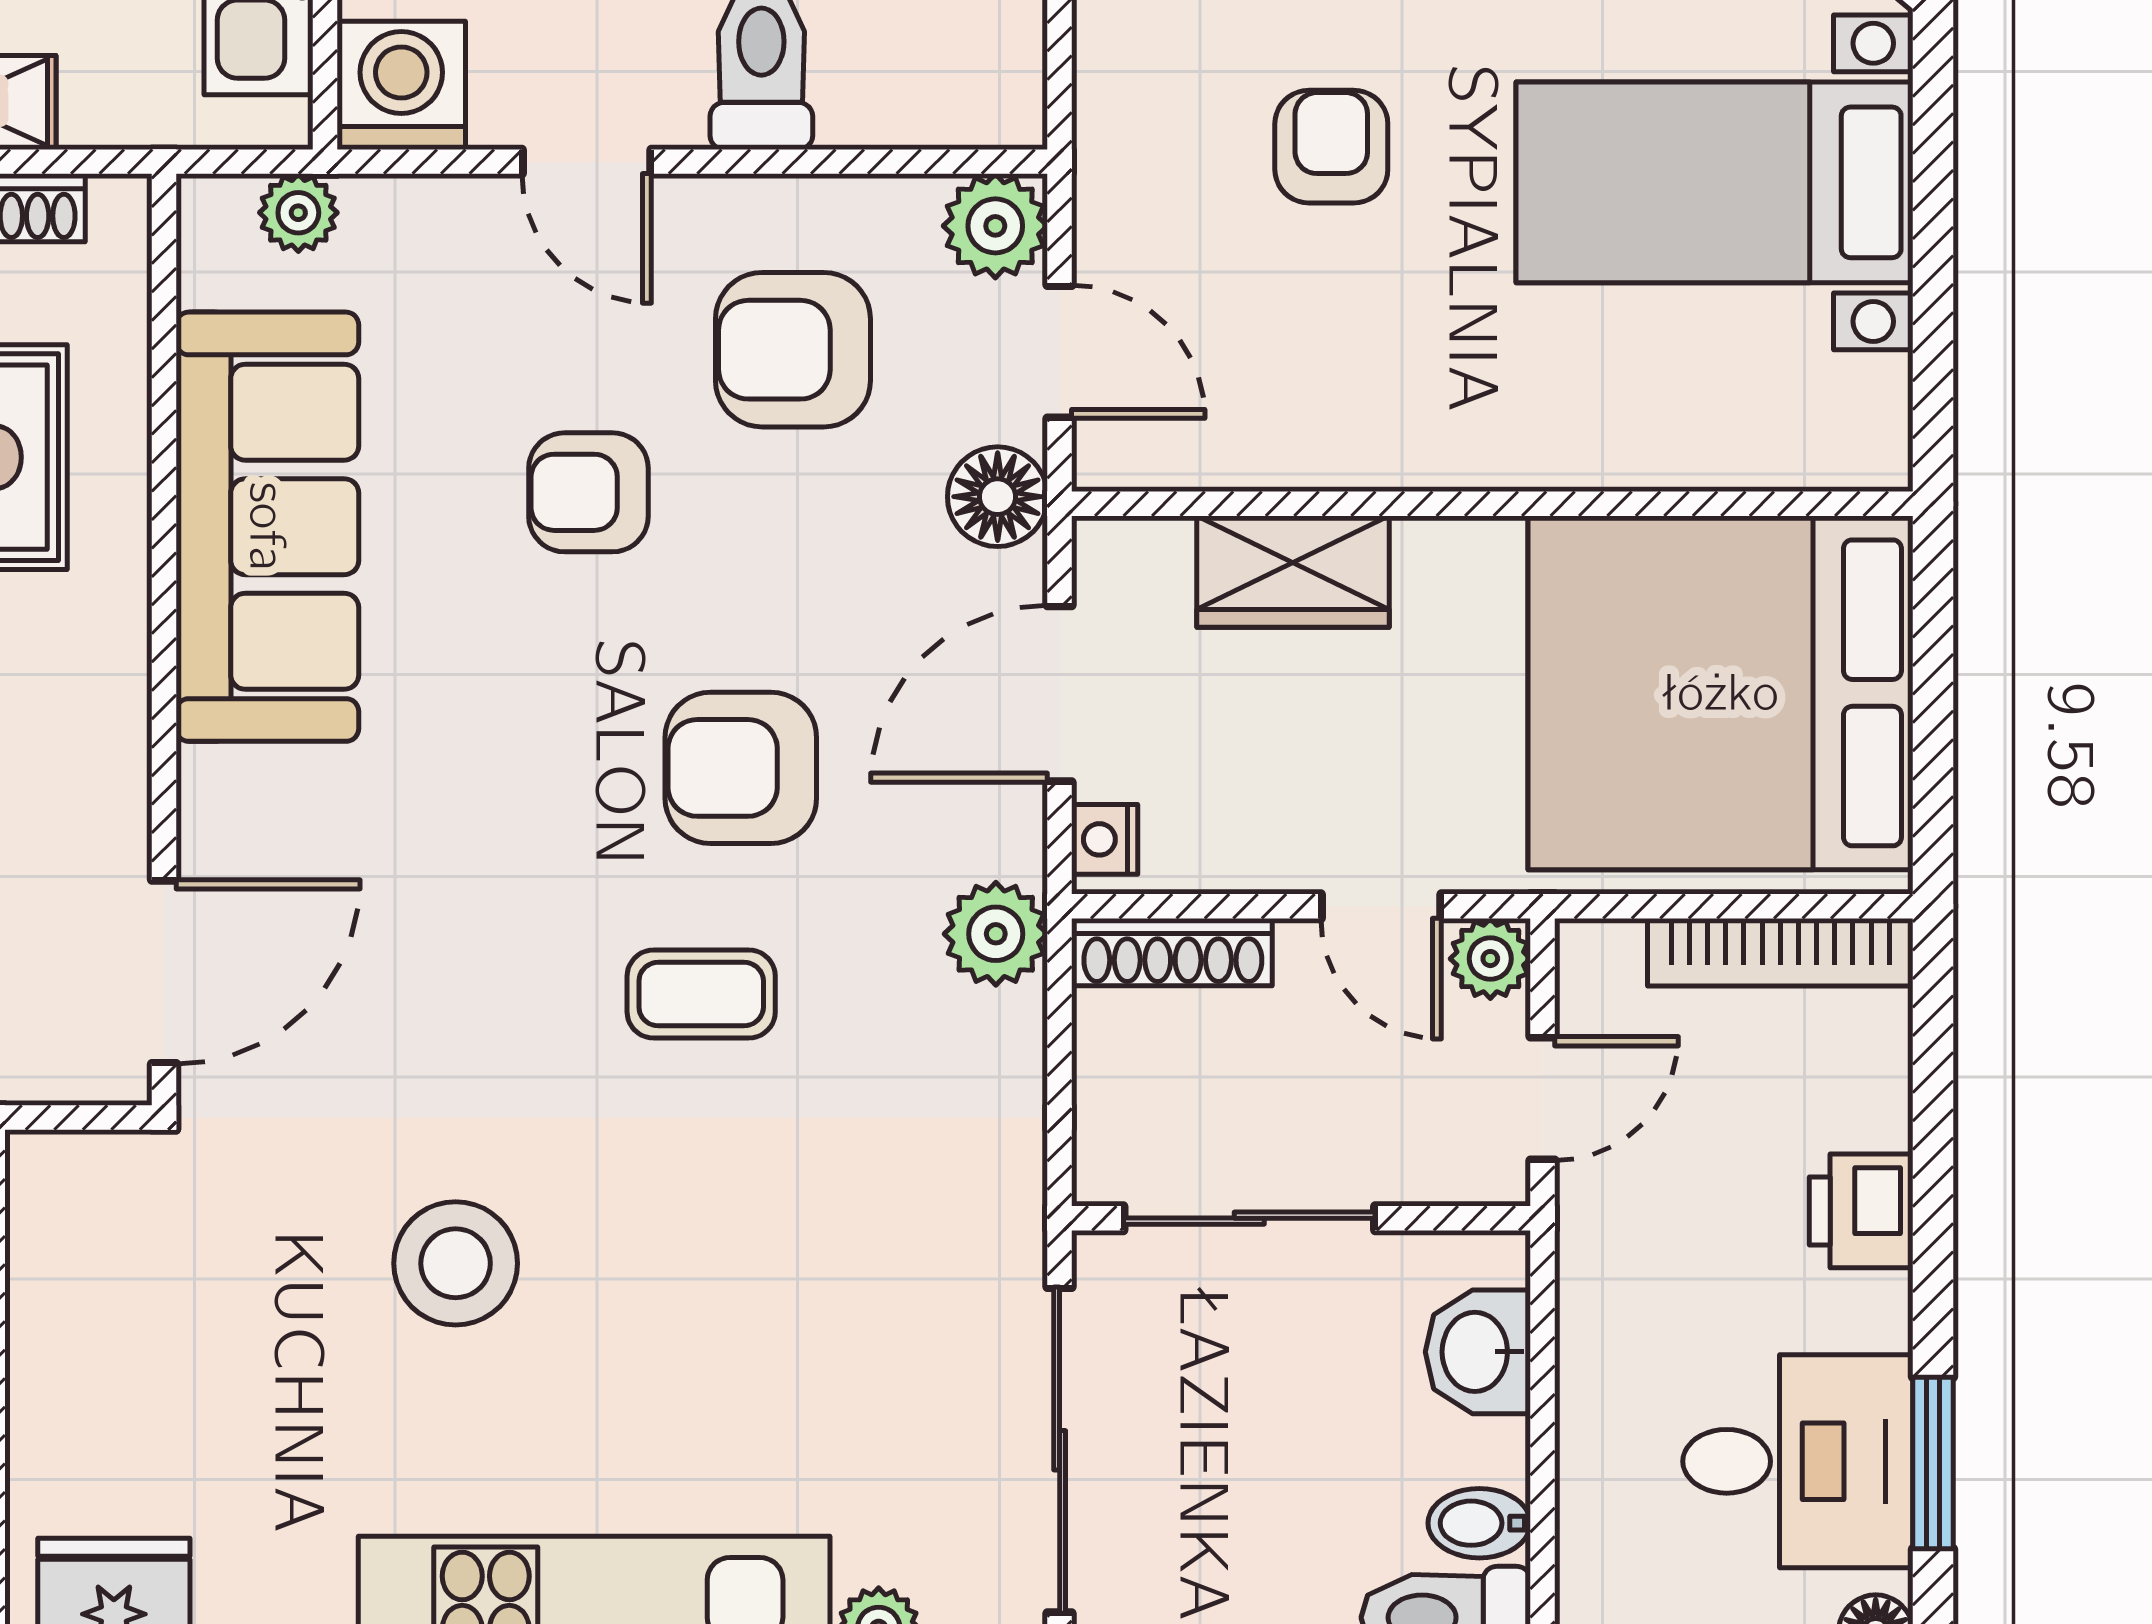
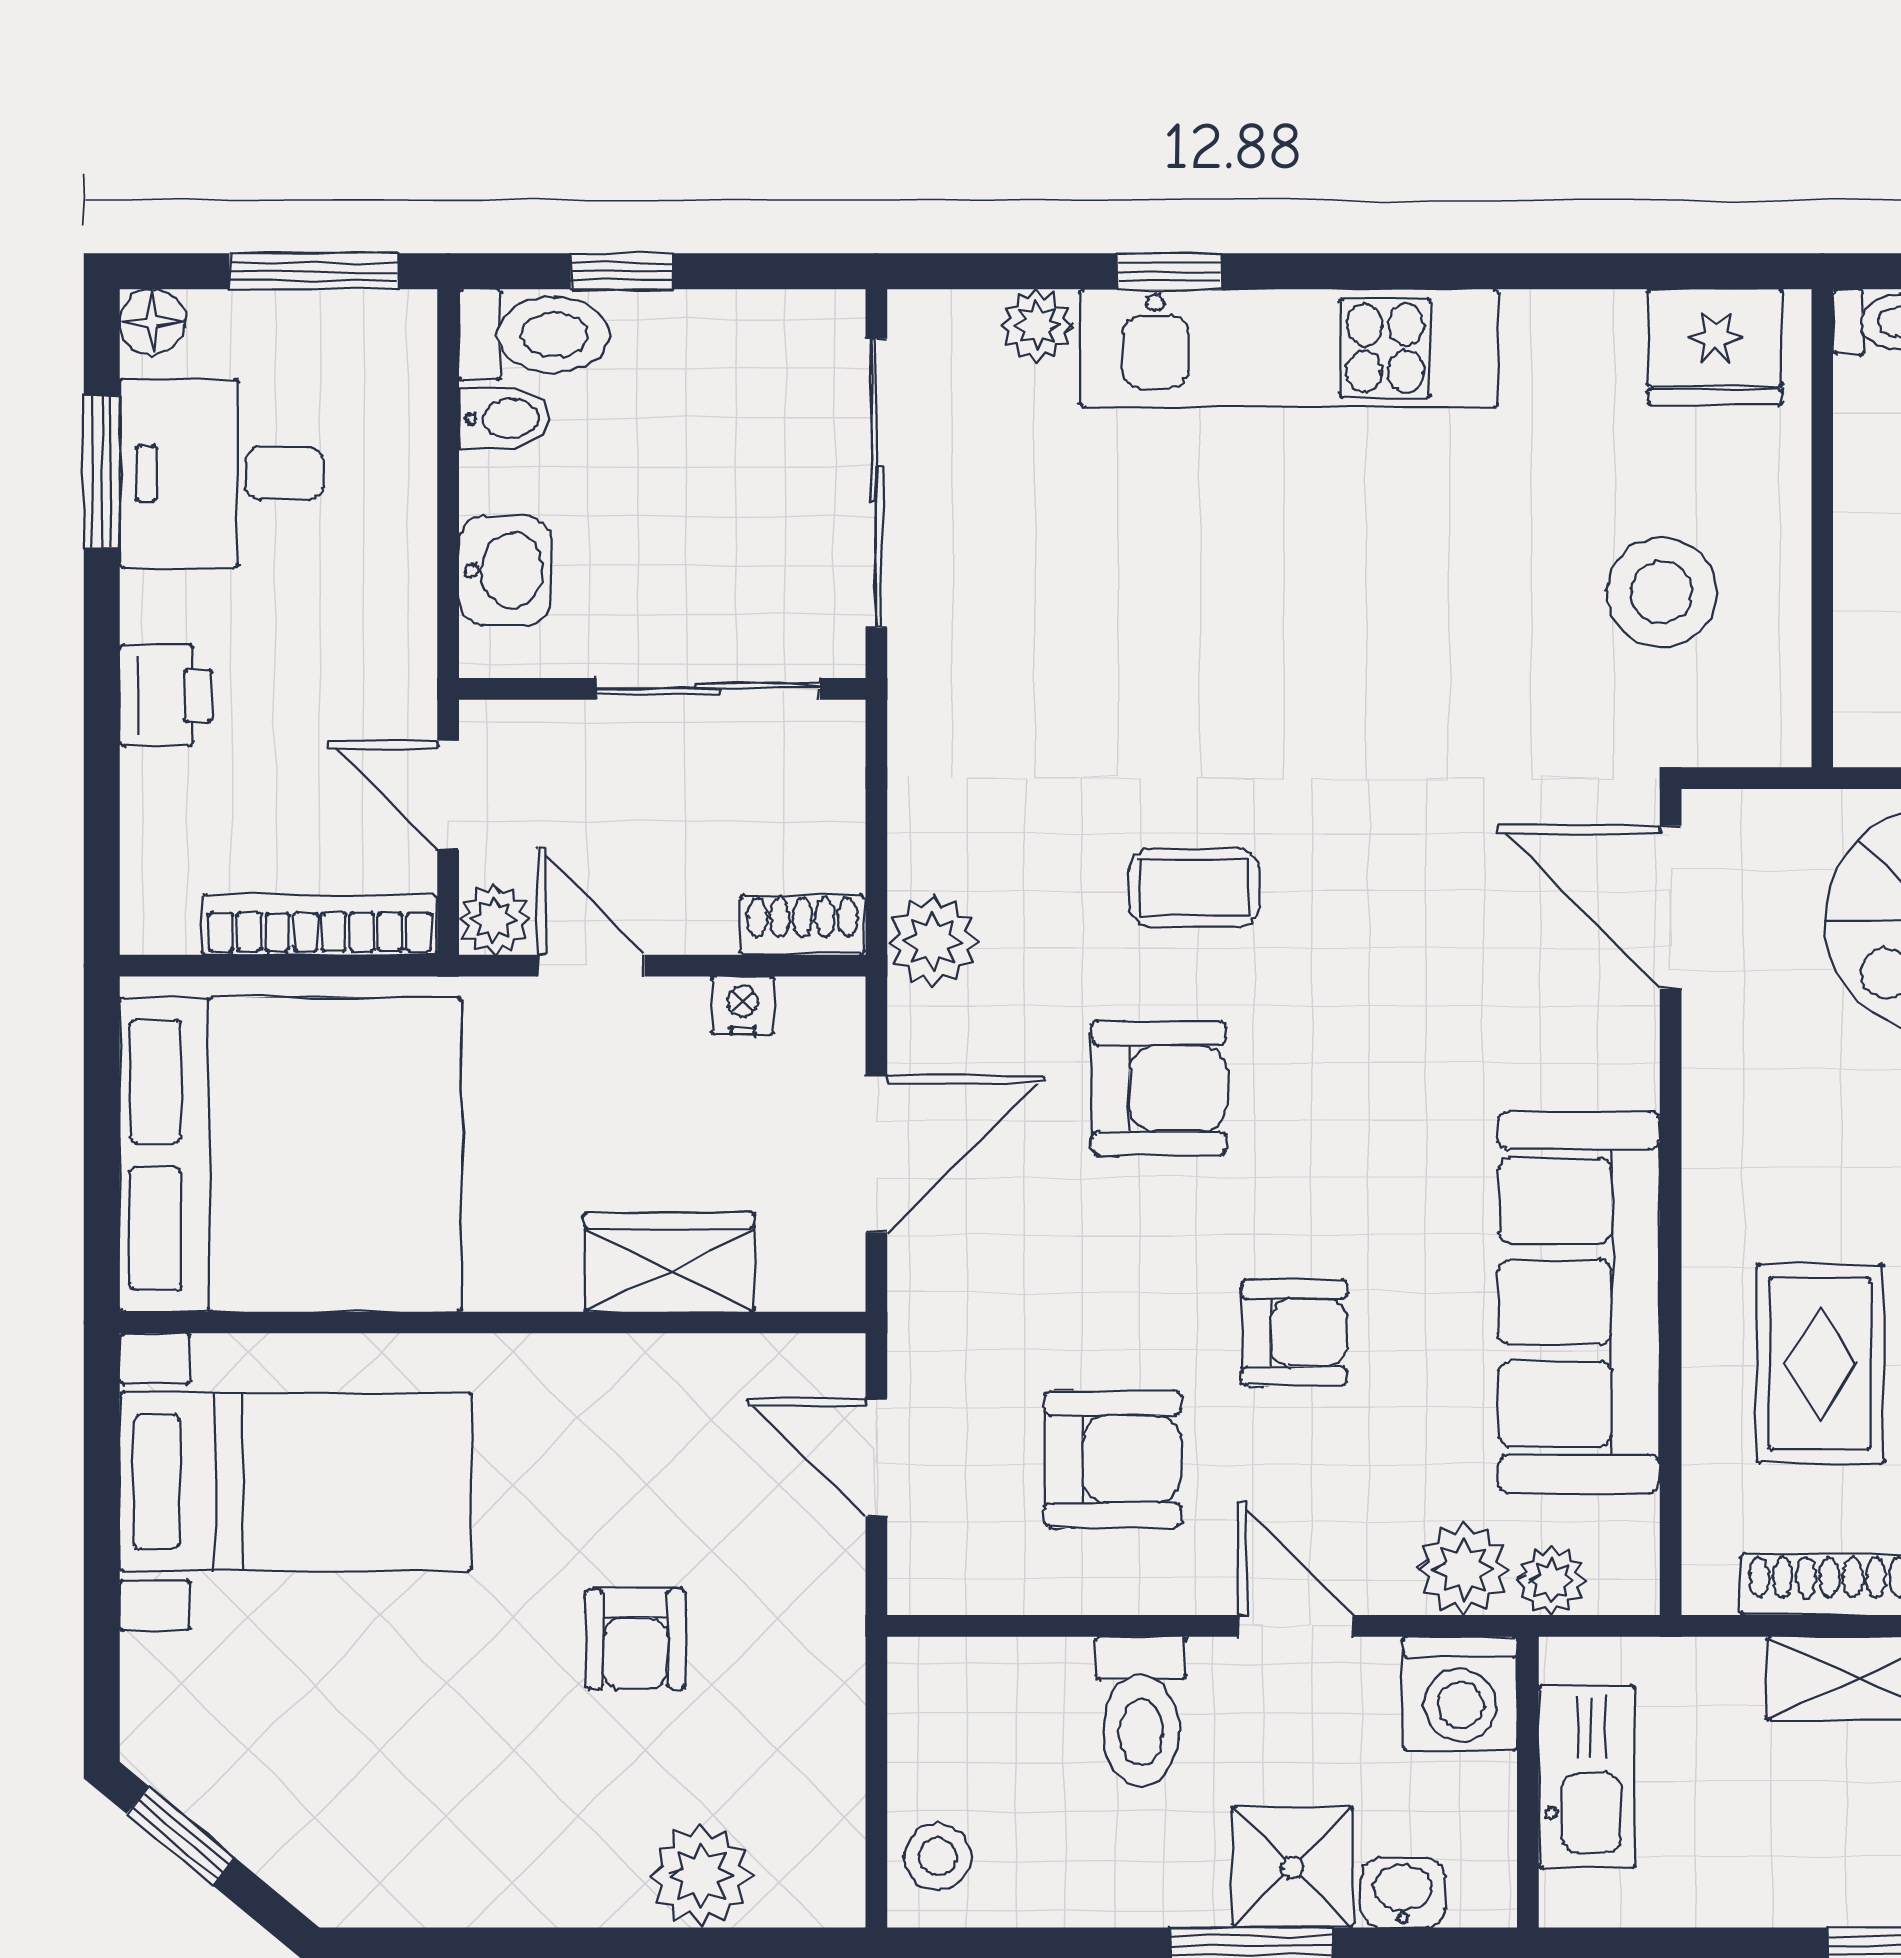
bed with nightstands: (1715, 182) -> (296, 1482), moved
plant: (995, 226) -> (1463, 1569), moved
floor lamp: (998, 497) -> (931, 1329), removed
nightstand: (1105, 839) -> (743, 1006), moved, turned -90
shoe rack: (1173, 952) -> (802, 925), width x0.70
bookcase: (1780, 952) -> (320, 925), moved
door: (164, 972) -> (1671, 907), hinge flipped
door: (1543, 1099) -> (448, 795), hinge flipped
stool: (456, 1263) -> (1661, 592), moved

